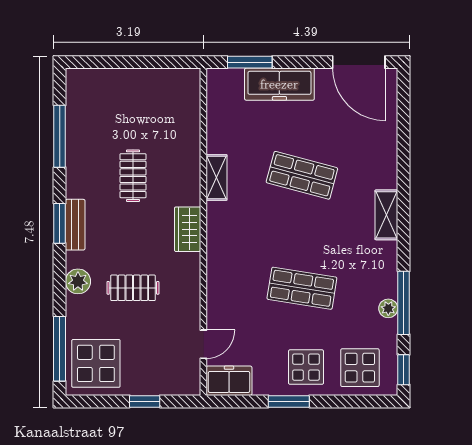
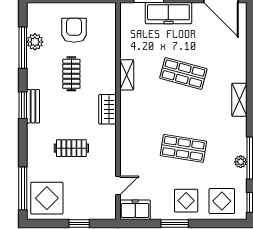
armchair: (137, 110) -> (74, 30), added
plant: (78, 281) -> (35, 42), moved

